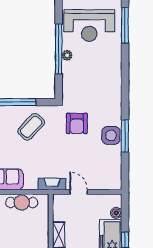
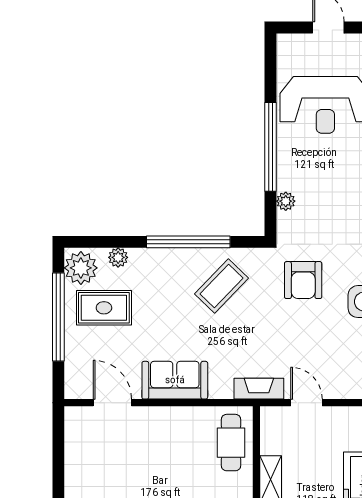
plant: (67, 55) -> (286, 201), moved
cafe table: (22, 203) -> (231, 443), moved, turned 90

